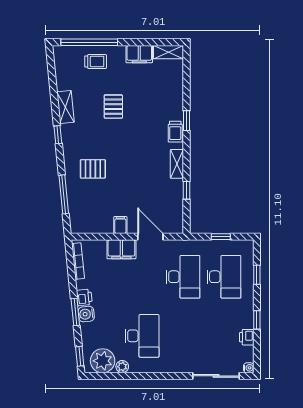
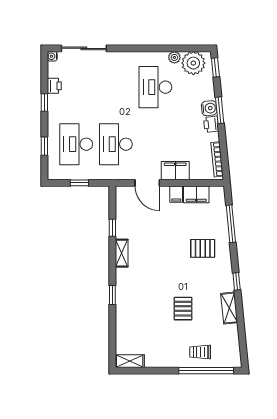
filing cabinet: (139, 54) -> (196, 194), moved, turned 180
trolley: (175, 132) -> (123, 284), removed

